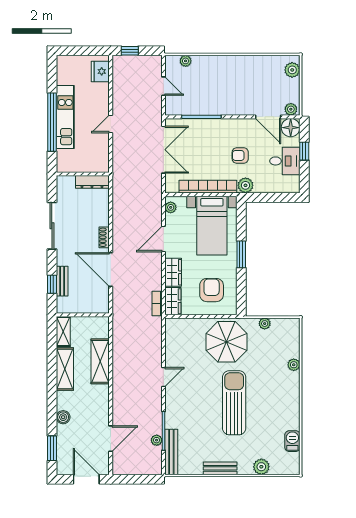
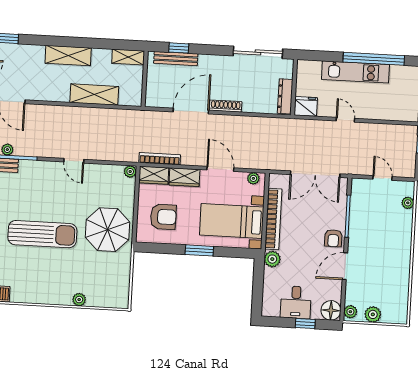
plant: (292, 70) -> (373, 314), moved
fridge: (100, 71) -> (306, 106), moved
door: (163, 86) -> (382, 178), swing flipped
door: (268, 117) -> (345, 266), moved
window: (52, 122) -> (374, 59), moved
armchair: (240, 155) -> (333, 238), moved, turned 180
sliding door: (52, 226) -> (258, 52), moved
shoe rack: (104, 237) -> (226, 106), width x1.43
bench: (62, 281) -> (176, 59), width x1.36
bookcase: (157, 304) -> (160, 159), width x1.56
plant: (265, 324) -> (130, 172), moved
shelving: (65, 369) -> (68, 56), moved
boiler: (63, 417) -> (37, 52), removed

